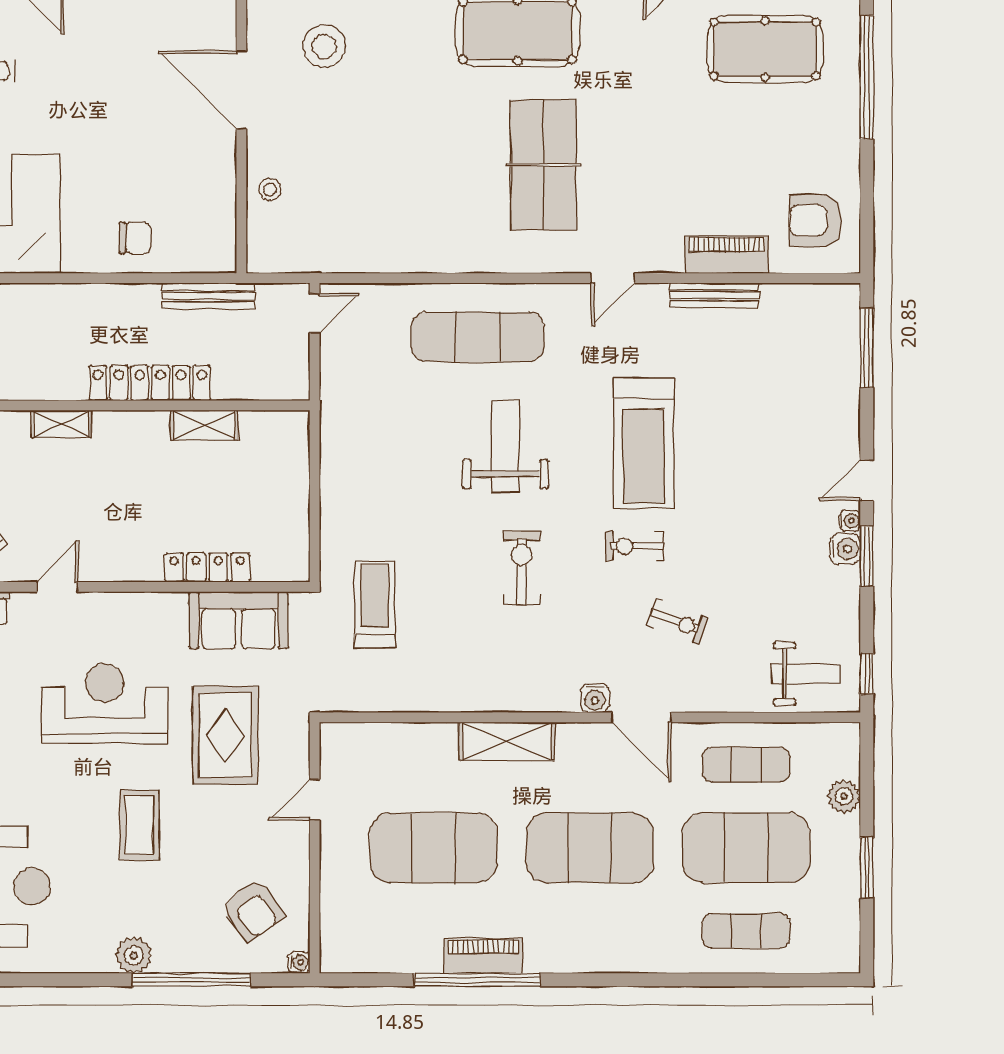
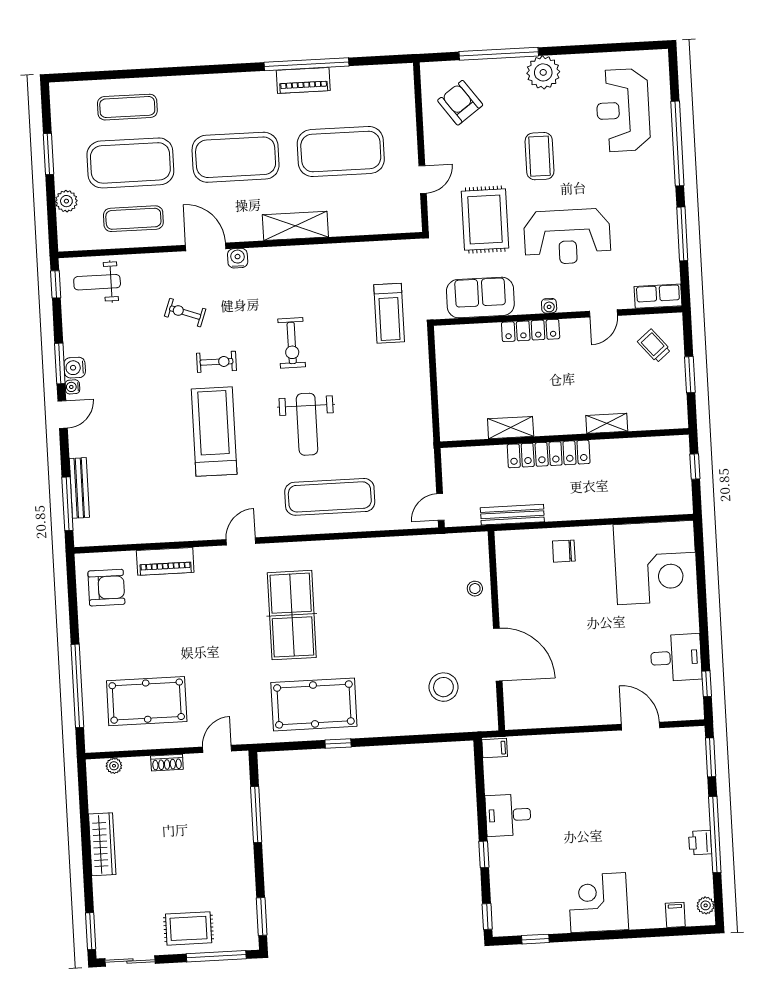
bench: (714, 295) -> (79, 488), moved, turned 90
locker: (207, 567) -> (531, 330), moved
plant: (134, 955) -> (543, 72), width x1.36, depth x1.36
water cooler: (299, 963) -> (549, 306), moved, turned -90

